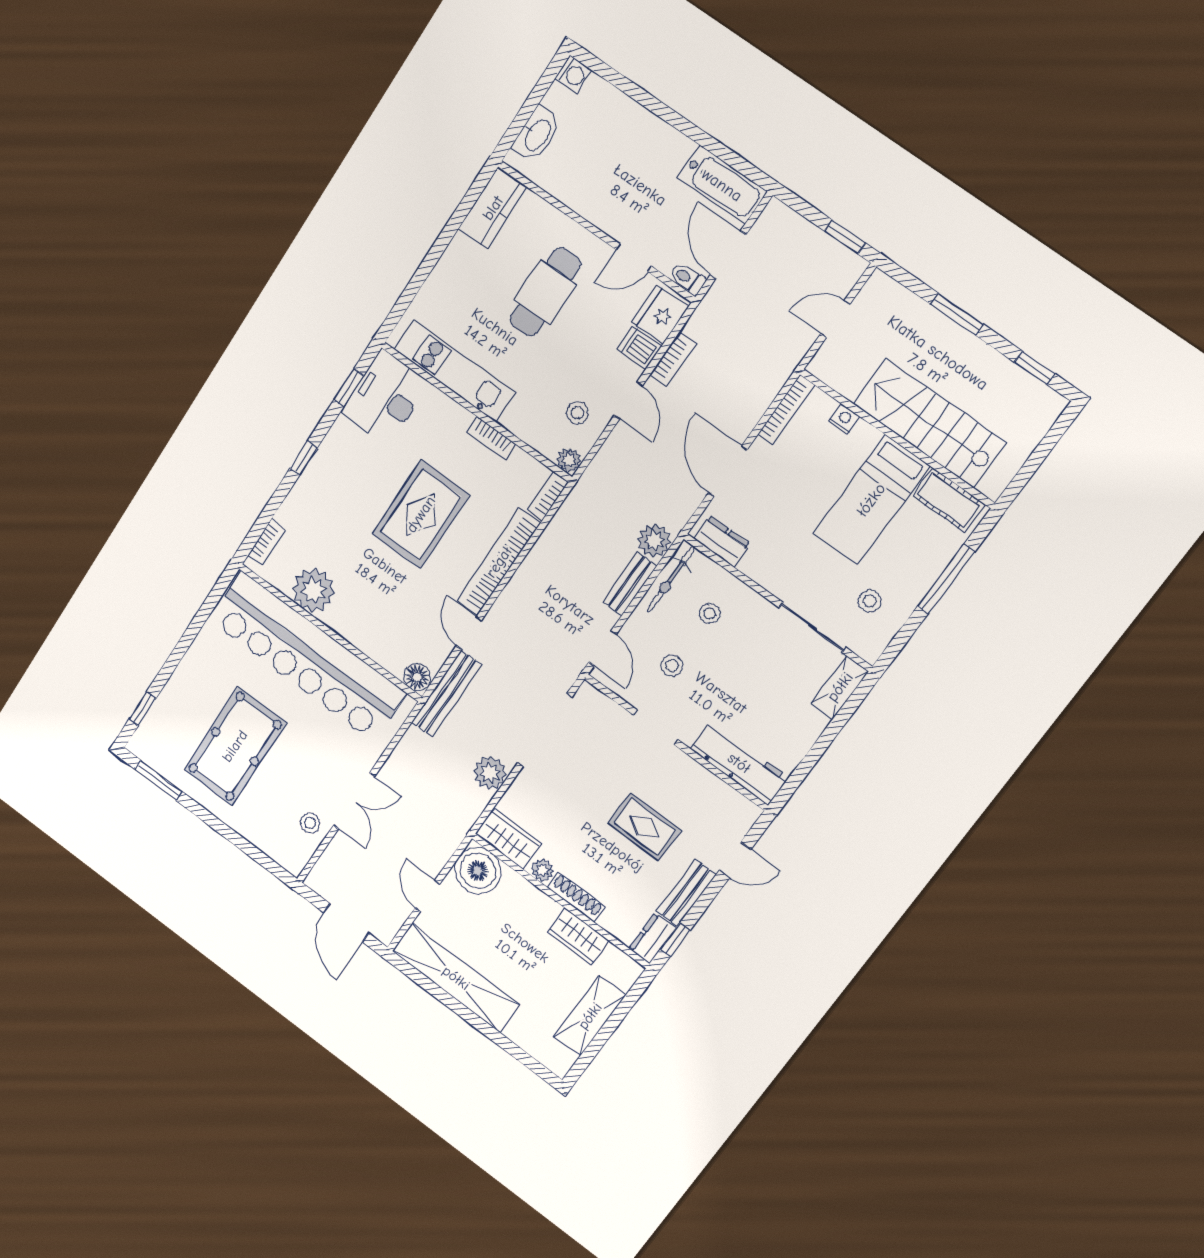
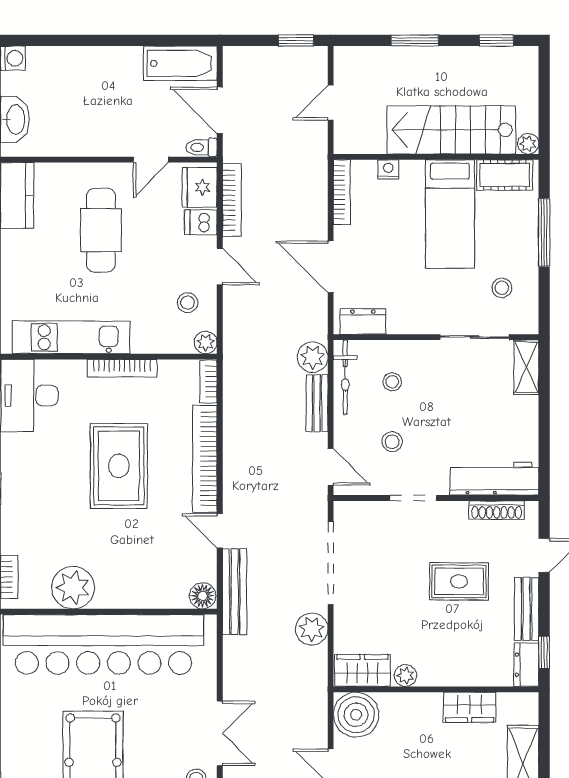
bookcase: (673, 359) -> (232, 200), width x1.56
bookcase: (491, 438) -> (122, 368), width x1.56
plant: (992, 487) -> (528, 144), added
shoe rack: (576, 897) -> (497, 510), moved, turned 180

